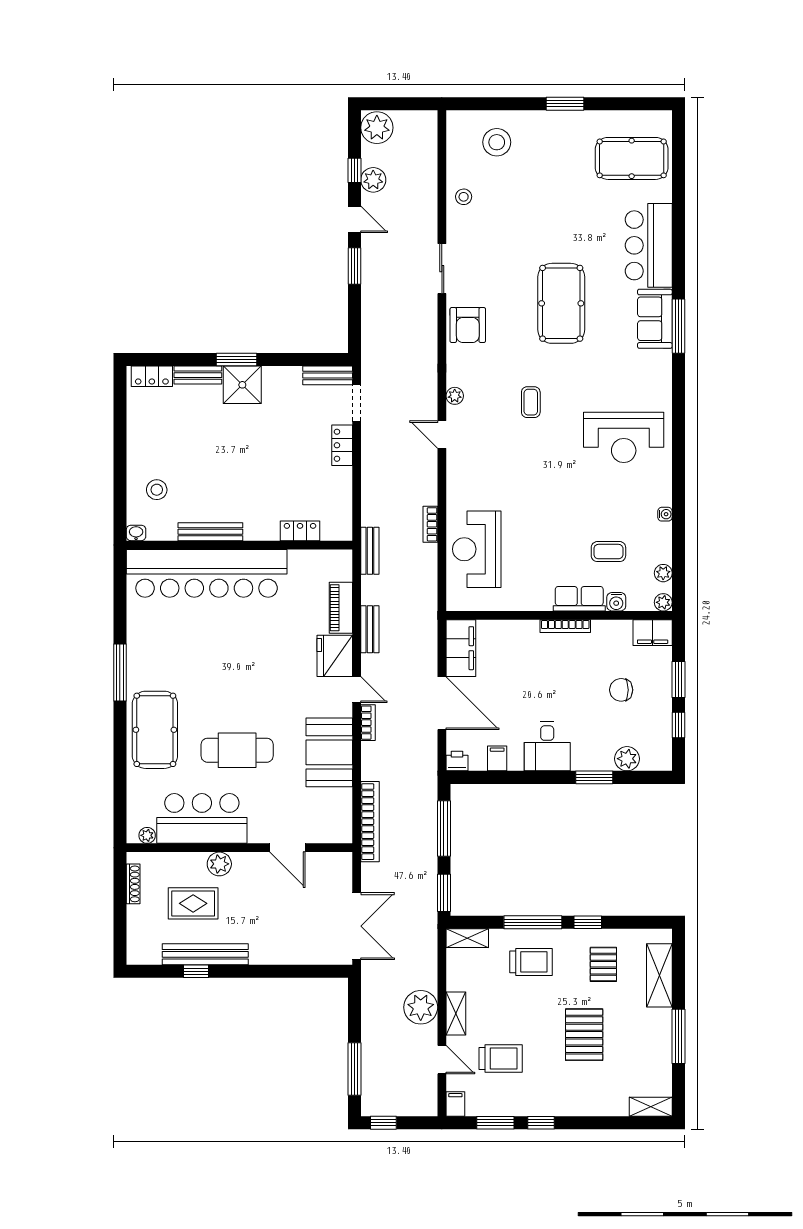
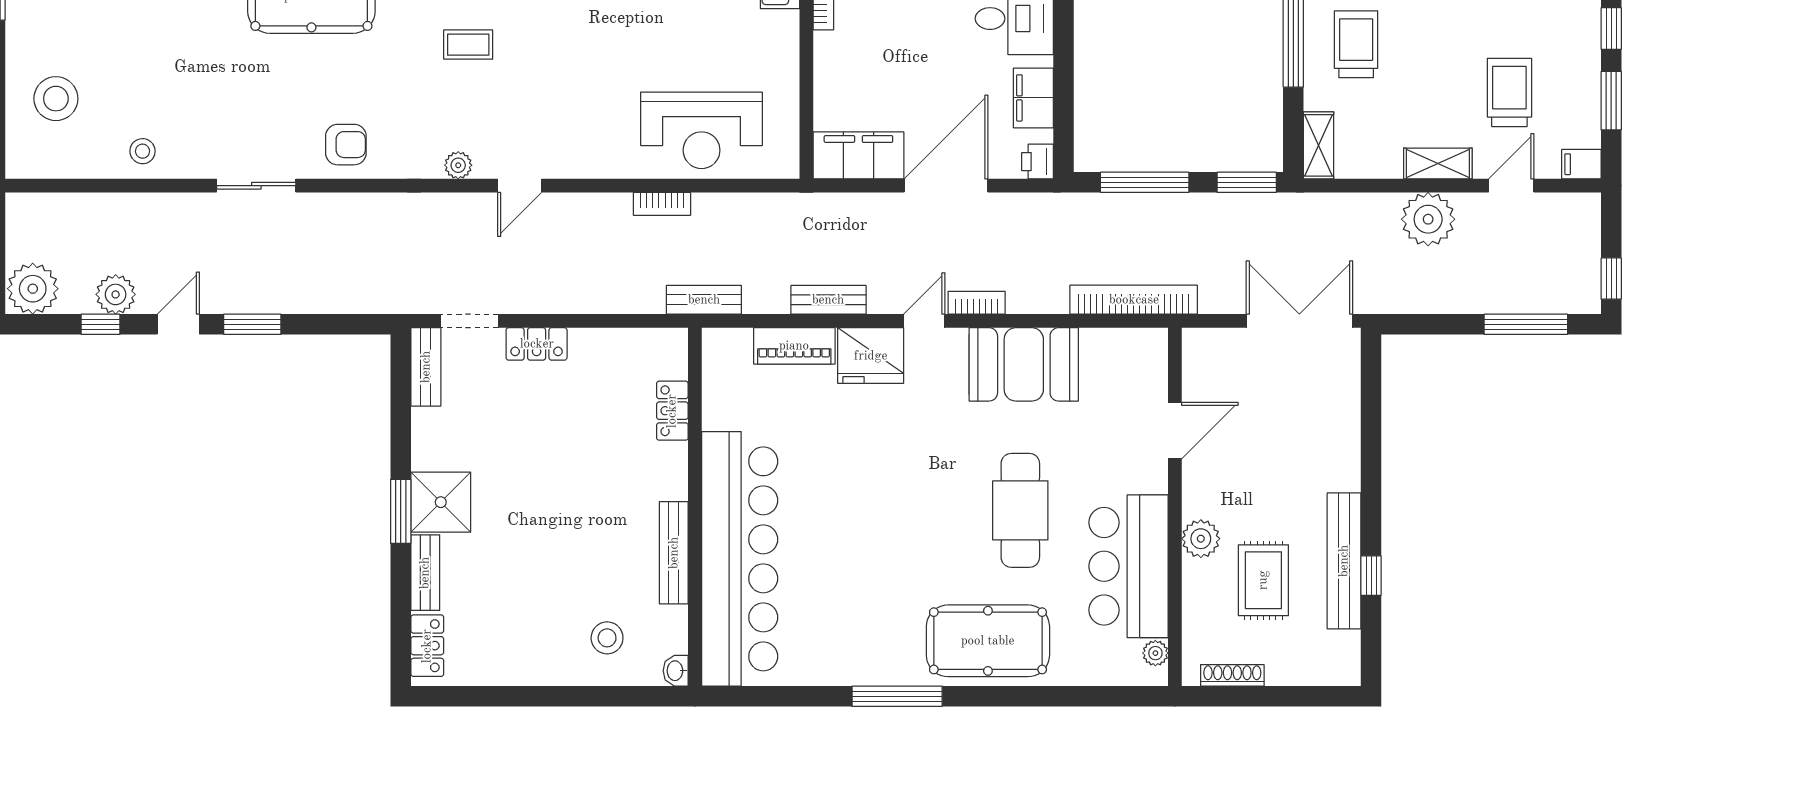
armchair: (468, 325) -> (346, 145), width x0.72, depth x0.72
filing cabinet: (497, 758) -> (1033, 98), width x2.00

